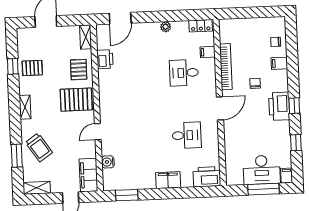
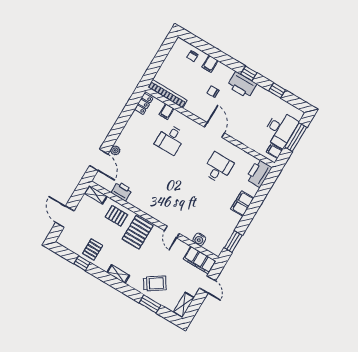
plant: (166, 27) -> (115, 150), moved
bookcase: (226, 67) -> (167, 94), moved
filing cabinet: (287, 176) -> (274, 151), moved

